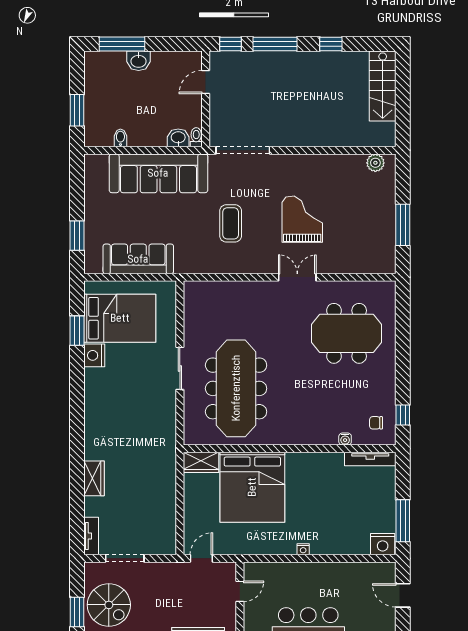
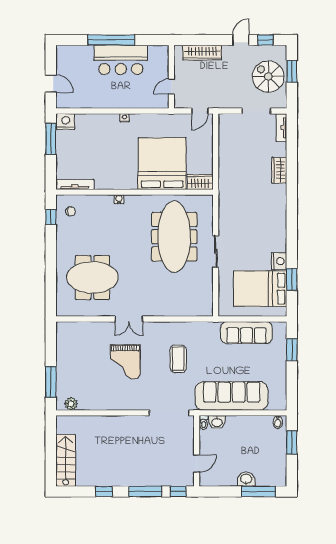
bidet: (120, 138) -> (278, 422), moved
window: (403, 225) -> (51, 382), moved
water cooler: (345, 439) -> (119, 199), moved

